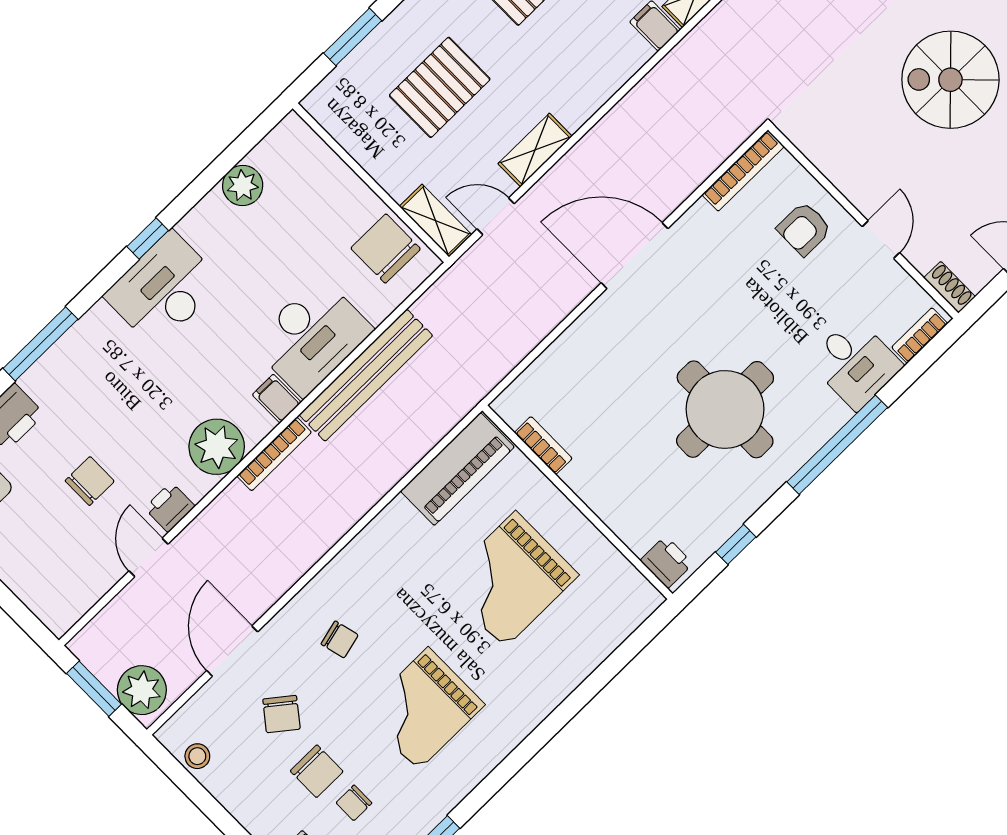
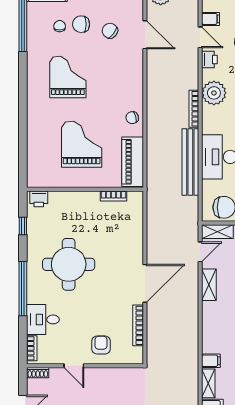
bookcase: (743, 171) -> (138, 325), moved
filing cabinet: (277, 399) -> (211, 19), moved
chair: (340, 639) -> (132, 118), moved

